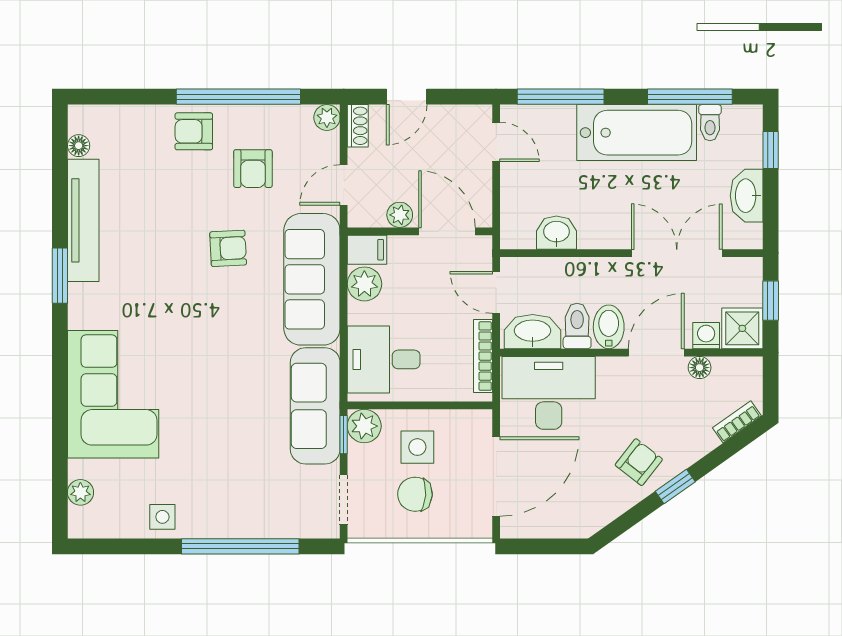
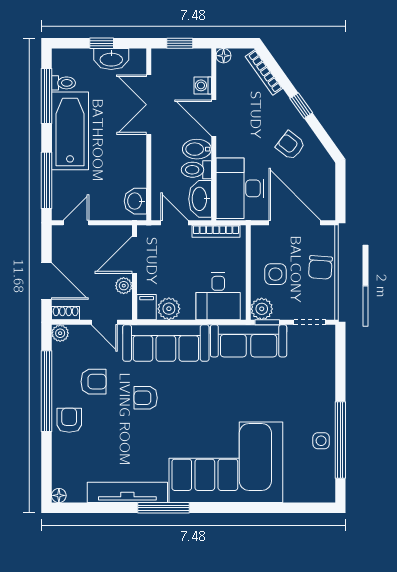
door: (407, 97) -> (47, 281), width x1.38
armchair: (194, 131) -> (69, 420), turned 180
floor lamp: (79, 146) -> (59, 495), moved
window: (771, 150) -> (102, 43), moved
washbasin: (556, 233) -> (135, 201), moved
armchair: (228, 248) -> (146, 398), turned -87
window: (60, 276) -> (163, 508), width x1.44
door: (496, 292) -> (174, 223), swing flipped
shower: (742, 328) -> (198, 62), removed
floor lamp: (700, 368) -> (224, 56), moved
corner sofa: (113, 394) -> (226, 462), width x1.36, depth x1.36
bookcase: (737, 422) -> (264, 72), width x1.56
armchair: (639, 462) -> (290, 145), moved
plant: (80, 492) -> (305, 494), removed
chair: (415, 494) -> (320, 267), moved
window: (240, 546) -> (340, 440), moved

